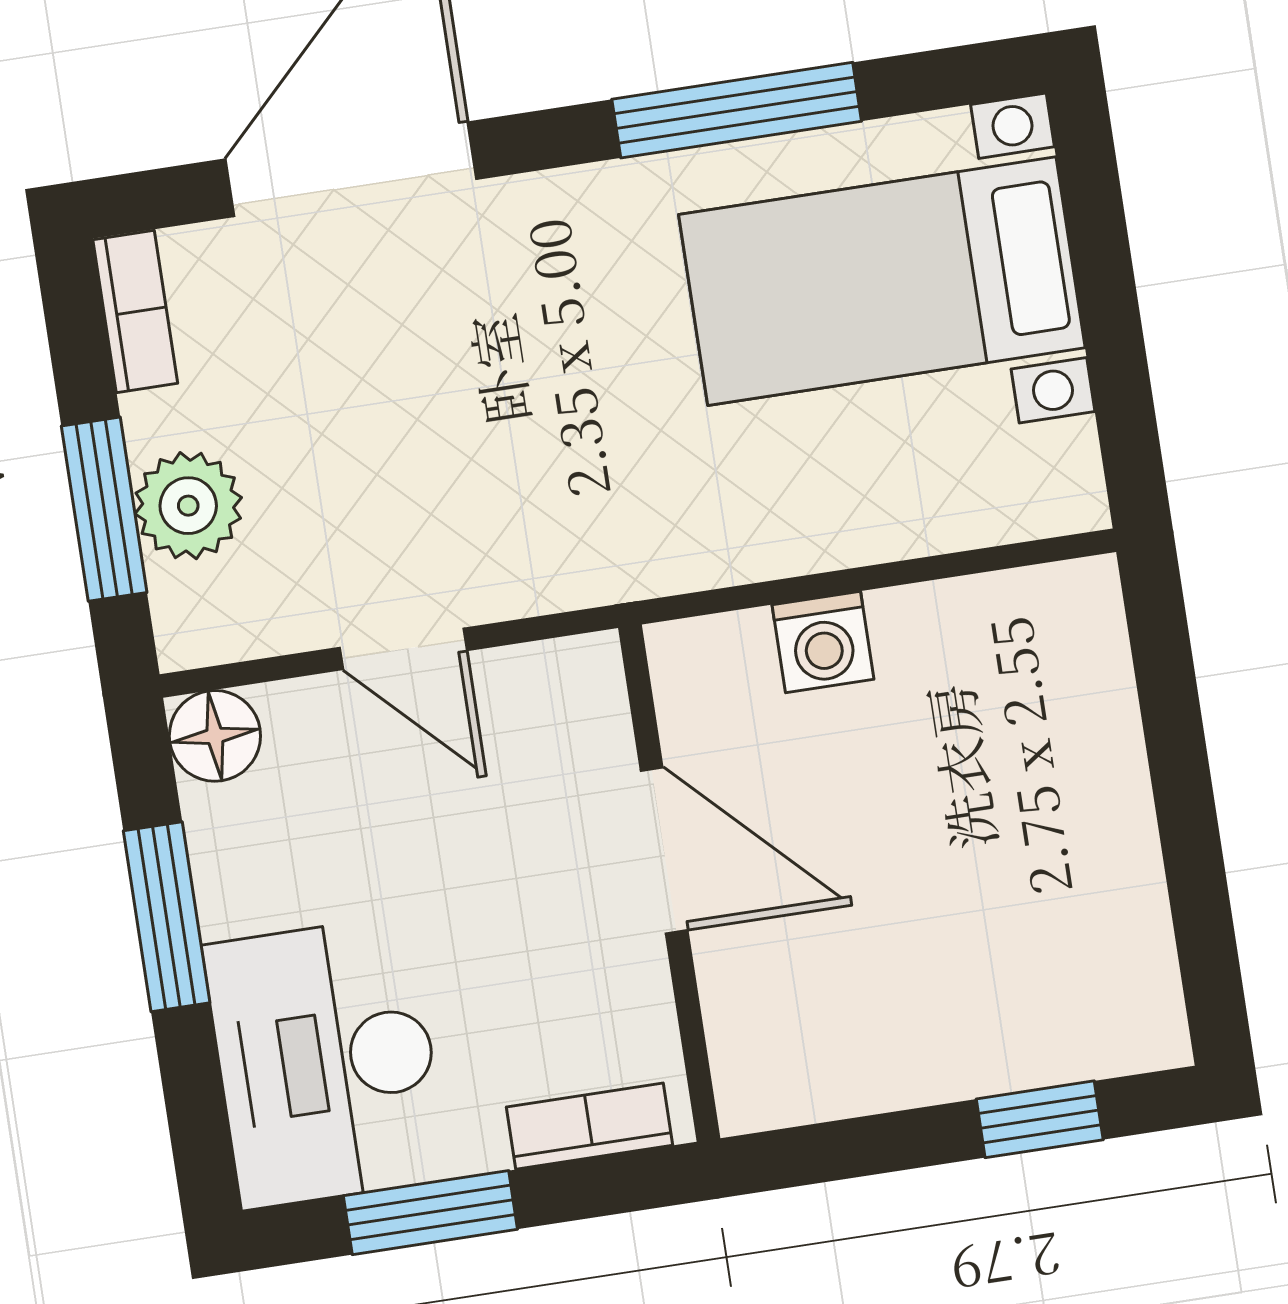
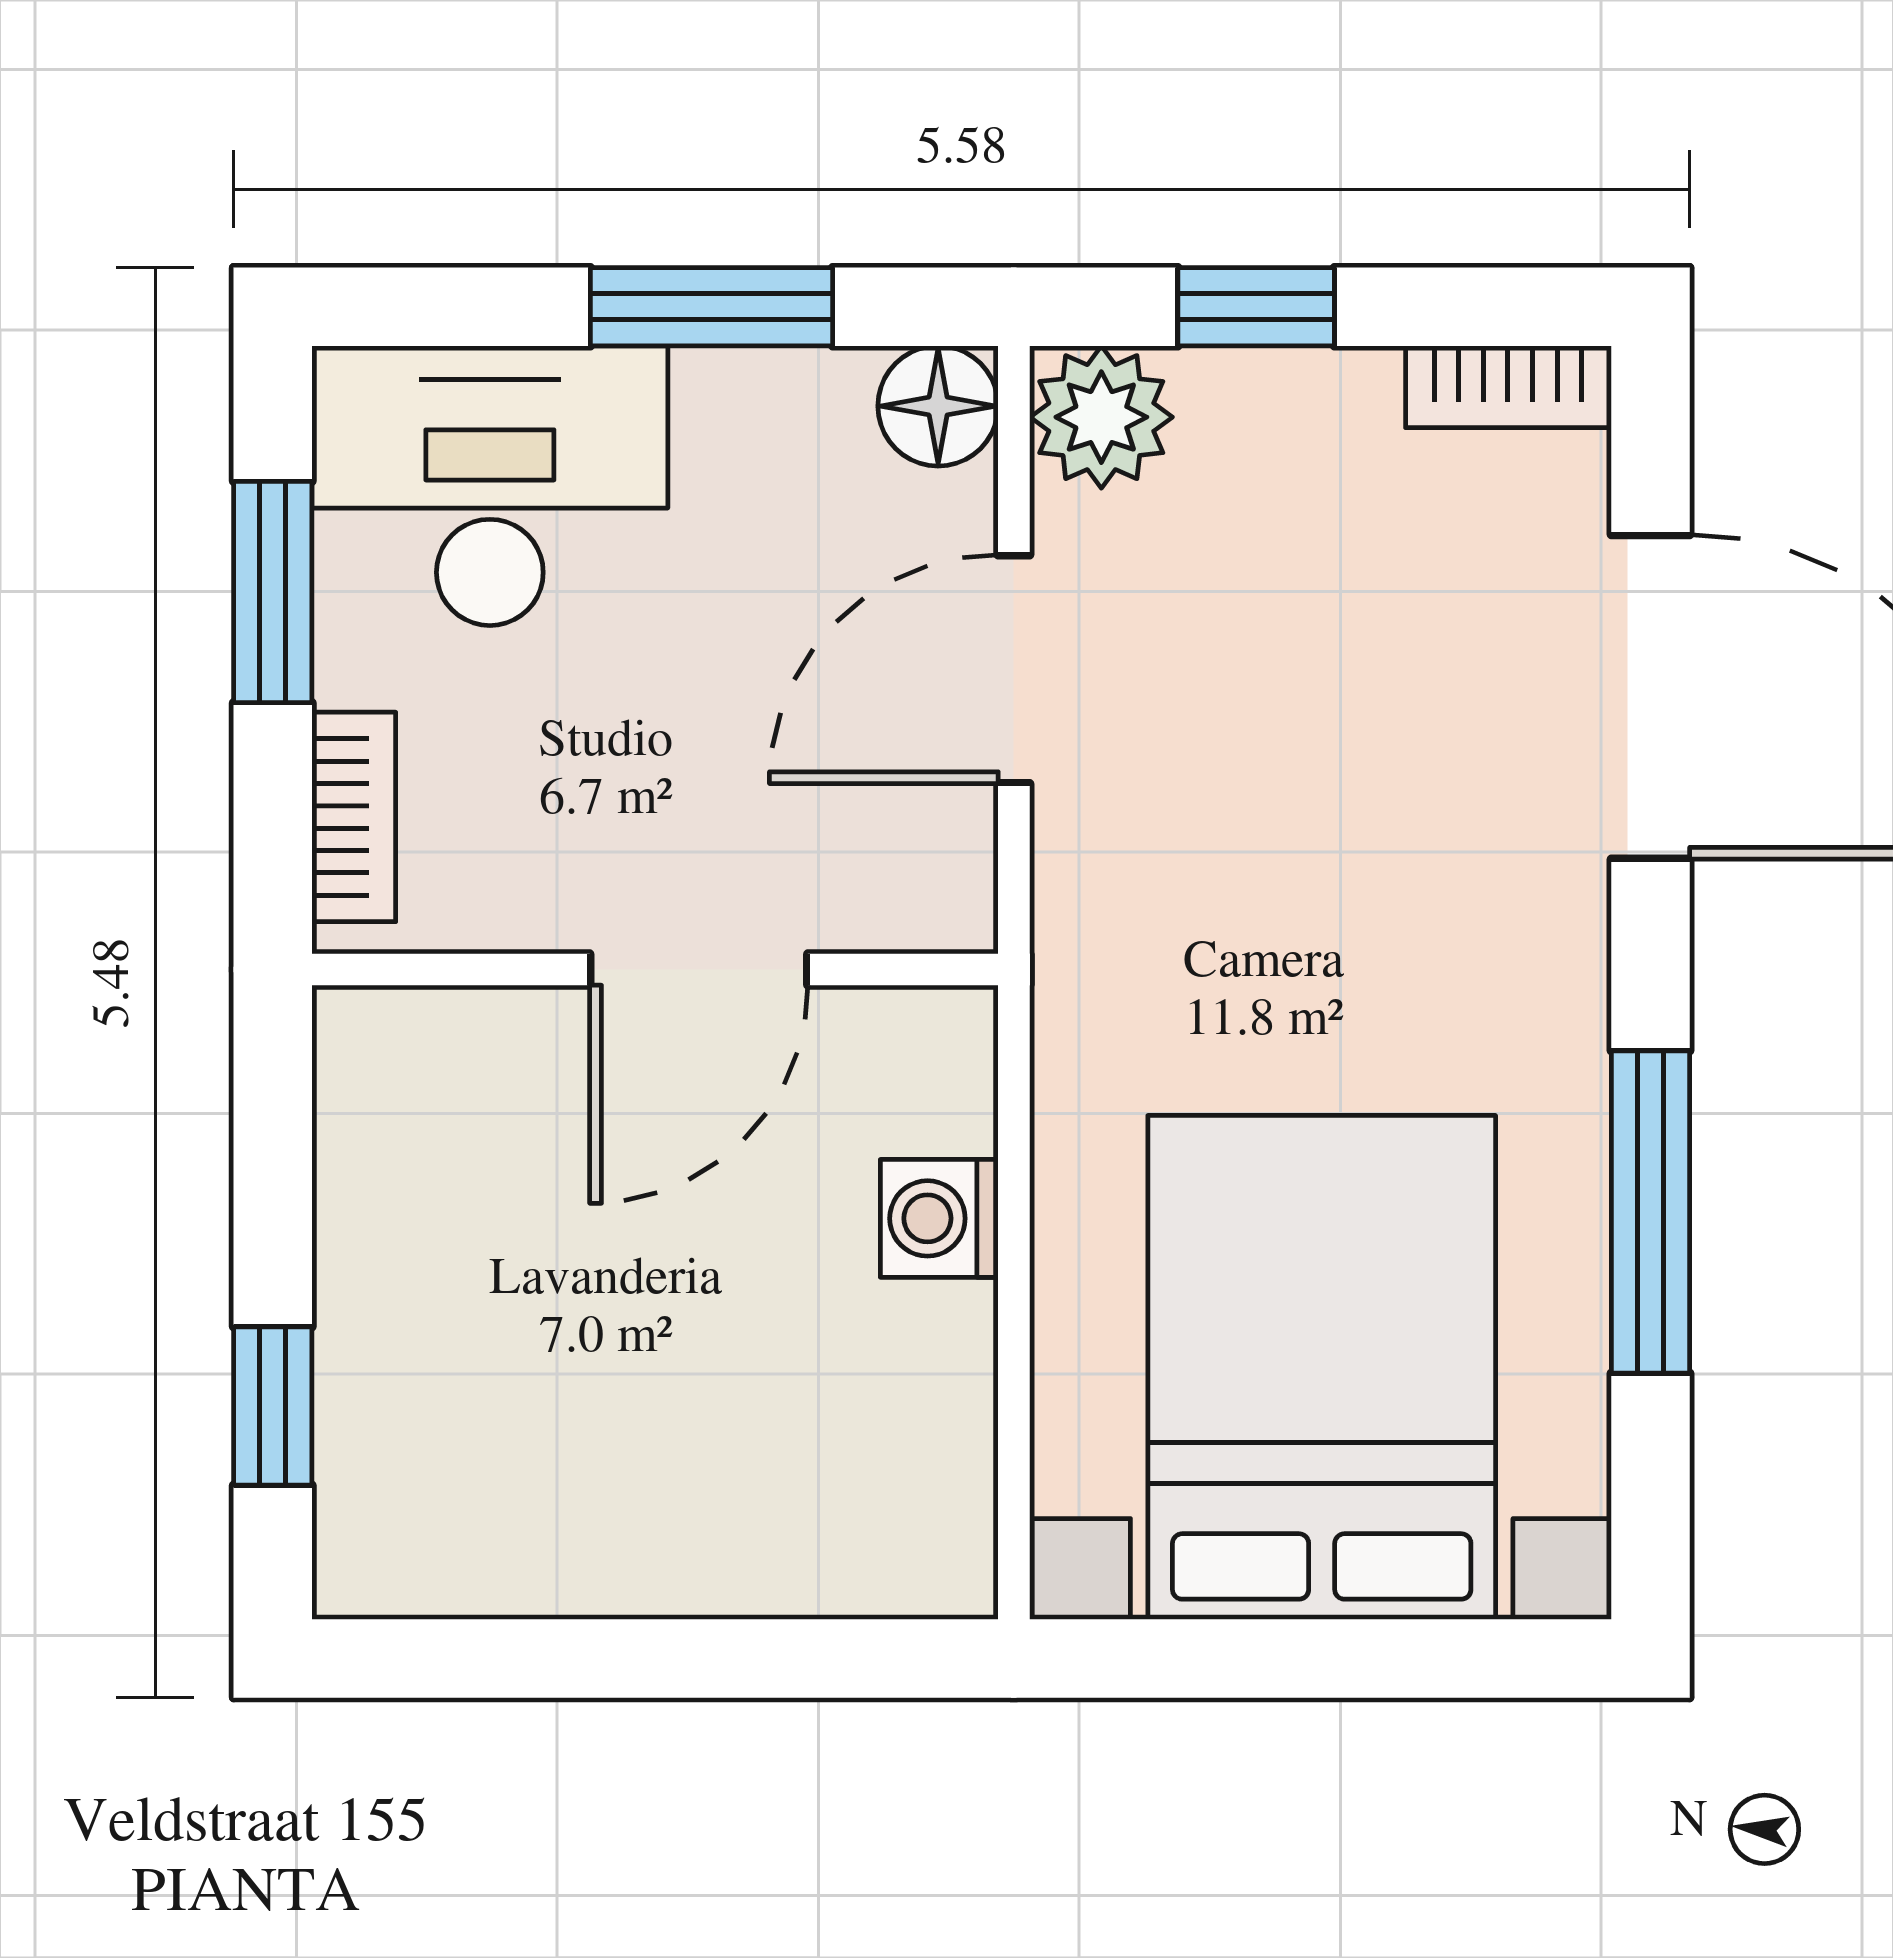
bed with nightstands: (882, 281) -> (1322, 1367), width x1.36
plant: (188, 506) -> (1101, 417), moved
window: (104, 509) -> (1256, 307), width x0.67
door: (403, 649) -> (1014, 669), width x1.38

